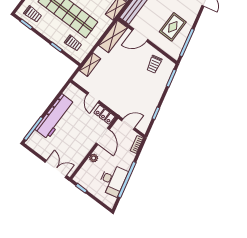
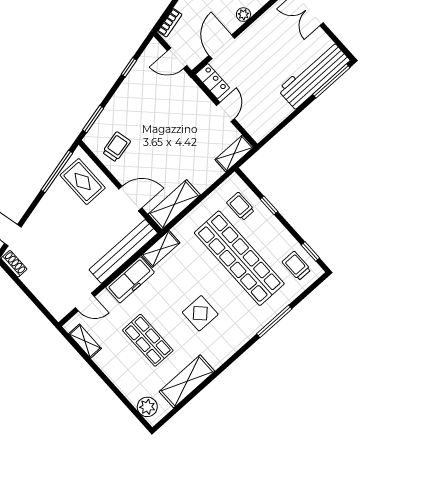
rug: (173, 27) -> (83, 182), moved, turned 90
shelving: (90, 65) -> (234, 153), moved
workbench: (55, 116) -> (314, 75), moved

